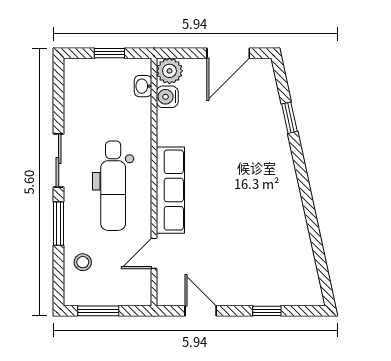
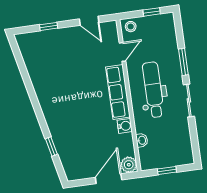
door: (228, 53) -> (109, 179), moved
washbasin: (143, 86) -> (142, 140), moved
water cooler: (167, 97) -> (125, 126), moved
stool: (83, 262) -> (131, 27), moved
window: (98, 311) -> (152, 12), width x0.67

